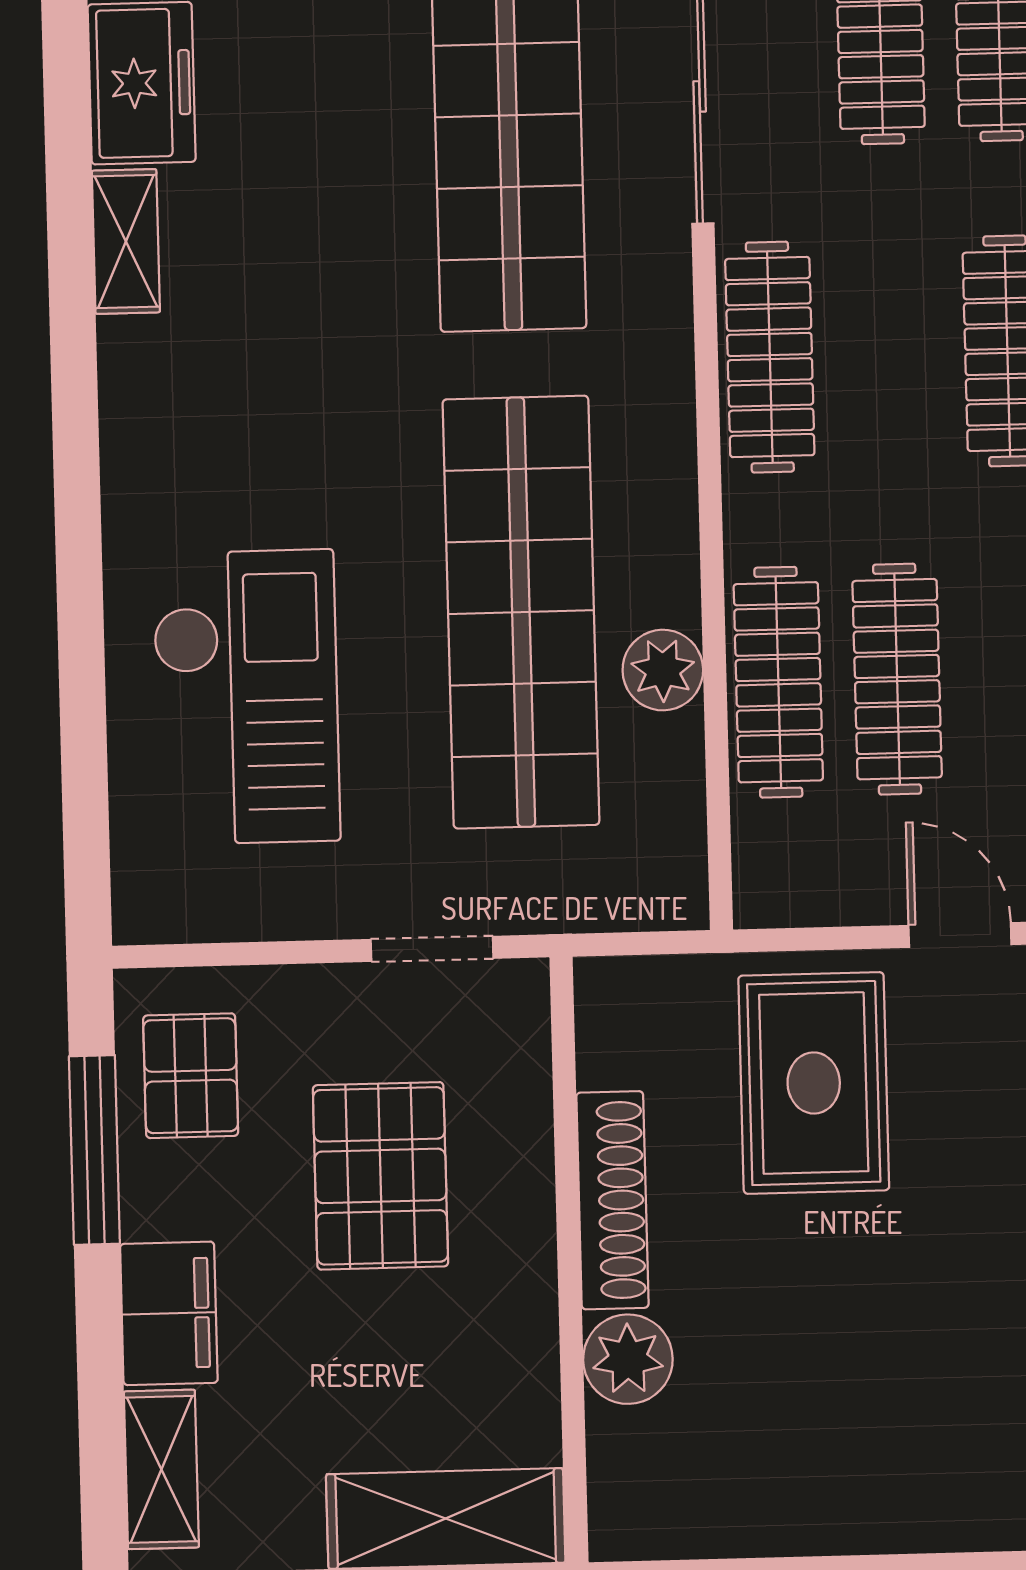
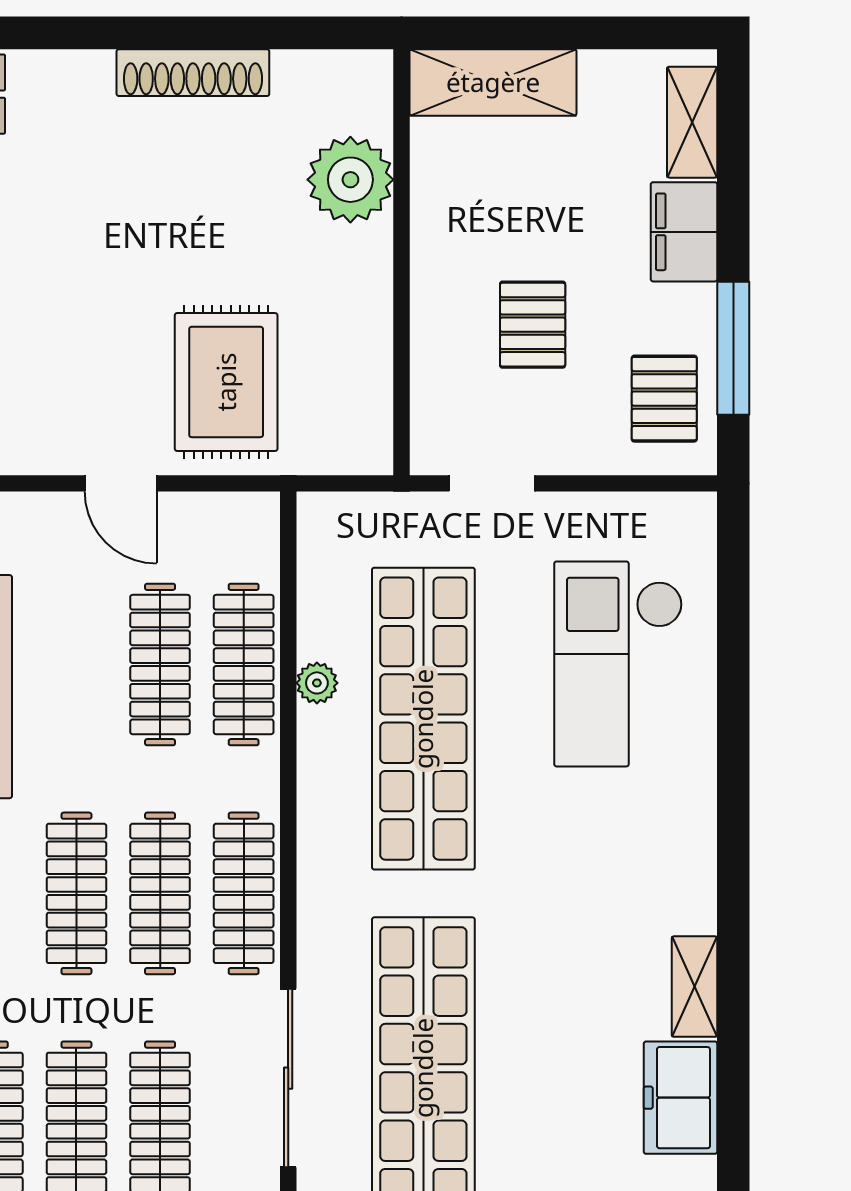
clothes rail: (889, 354) -> (160, 893), added
plant: (663, 670) -> (317, 683), width x0.73, depth x0.73
pallet: (380, 1176) -> (533, 325), width x0.67, depth x0.71
shoe rack: (612, 1200) -> (193, 73), moved, turned -90
plant: (628, 1359) -> (350, 180), width x1.36, depth x1.36

